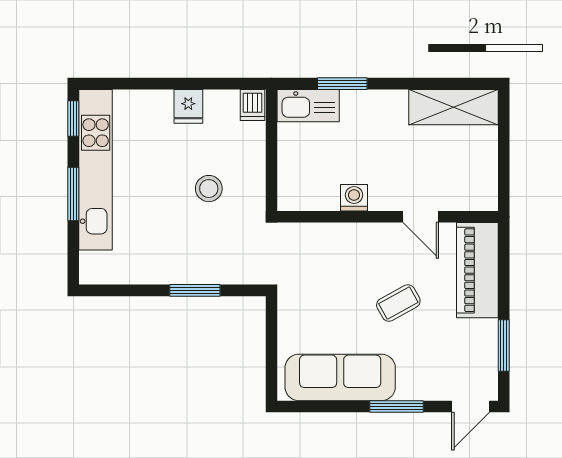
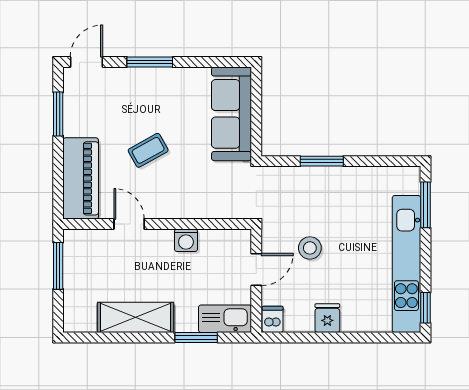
shelving: (454, 107) -> (135, 317), moved
door: (272, 163) -> (256, 270), added
window: (504, 168) -> (58, 266), added
window: (73, 194) -> (425, 205), moved
sofa: (340, 377) -> (232, 114), moved, turned 90

